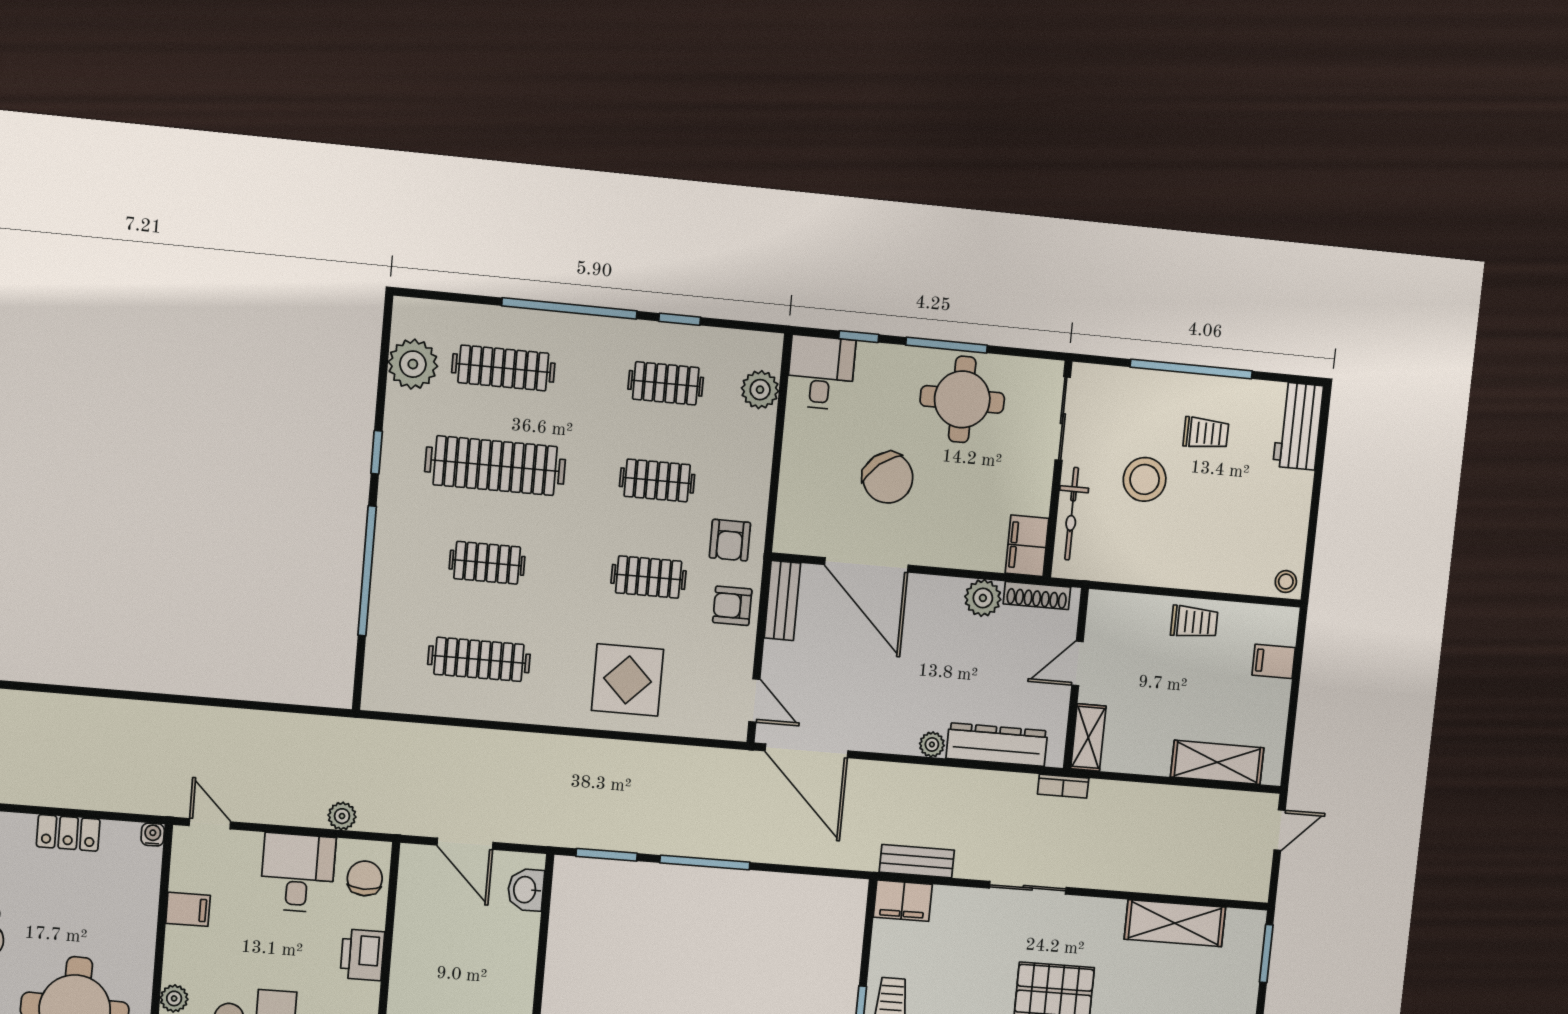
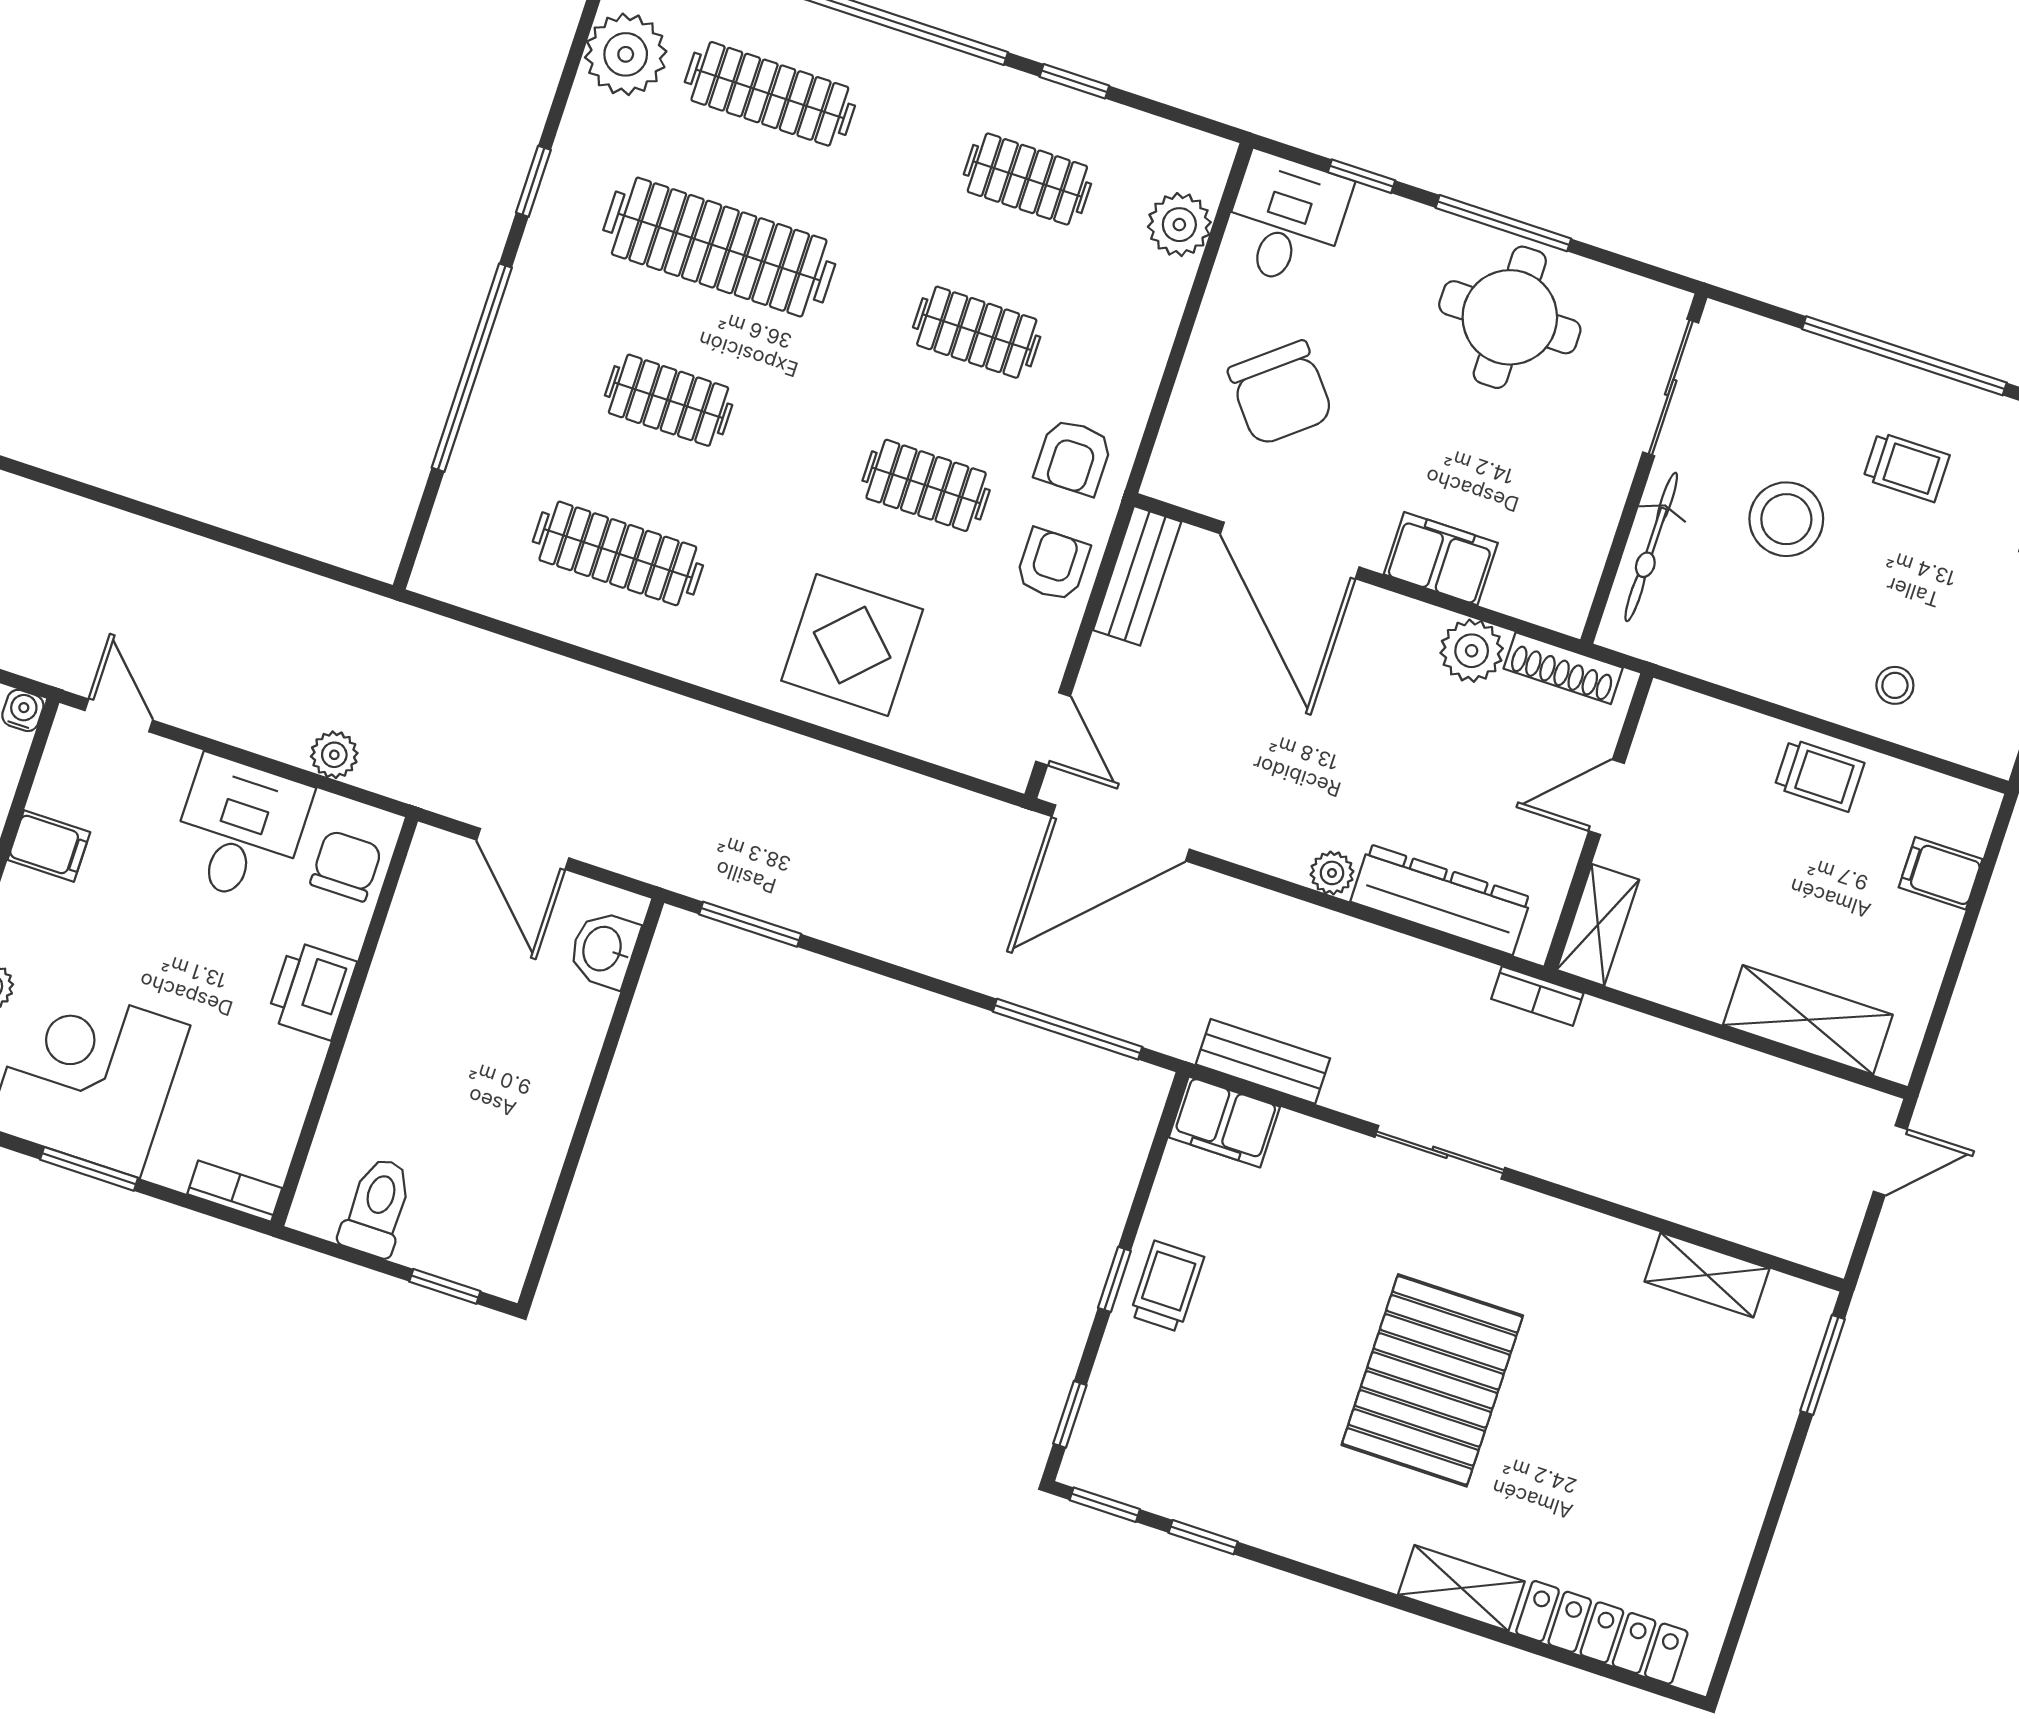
chair: (888, 478) -> (1281, 393), moved
filing cabinet: (1027, 546) -> (1441, 559), moved, turned 90
stool: (1286, 582) -> (1895, 685), moved
armchair: (732, 606) -> (1053, 565), turned 90
door: (807, 751) -> (1121, 833), hinge flipped
window: (705, 863) -> (1068, 1029), moved
shelving: (1175, 923) -> (1707, 1275), width x0.67, depth x0.75

